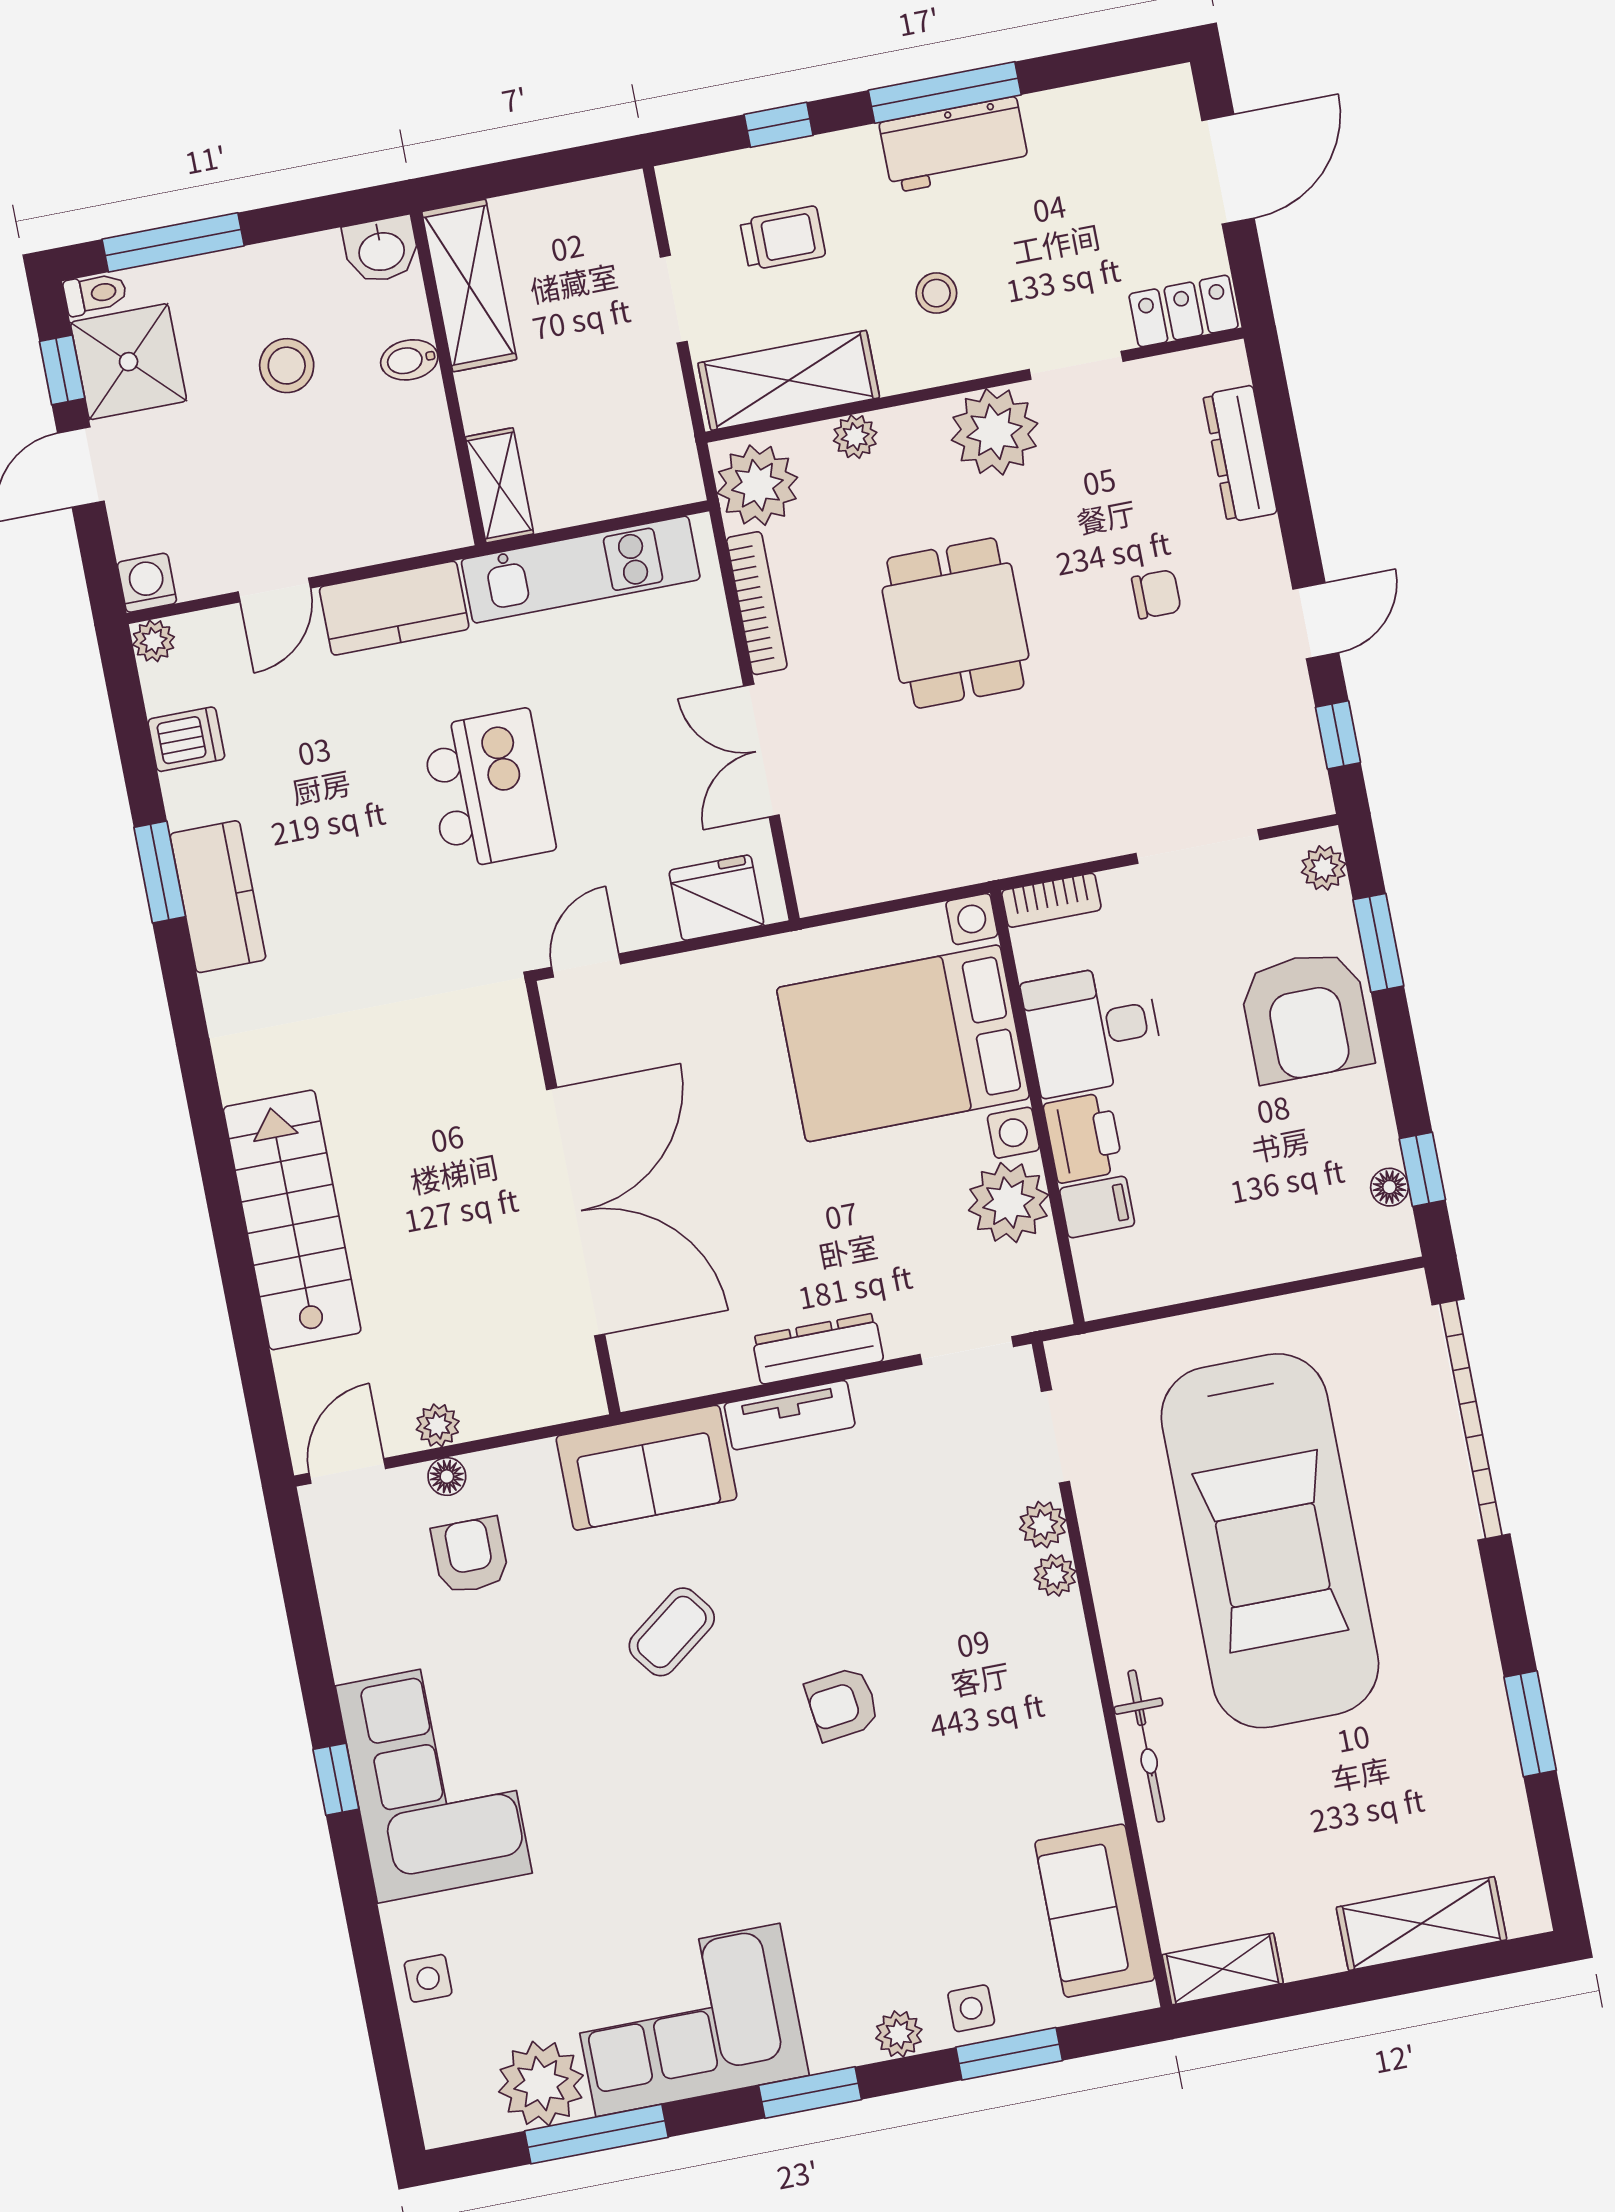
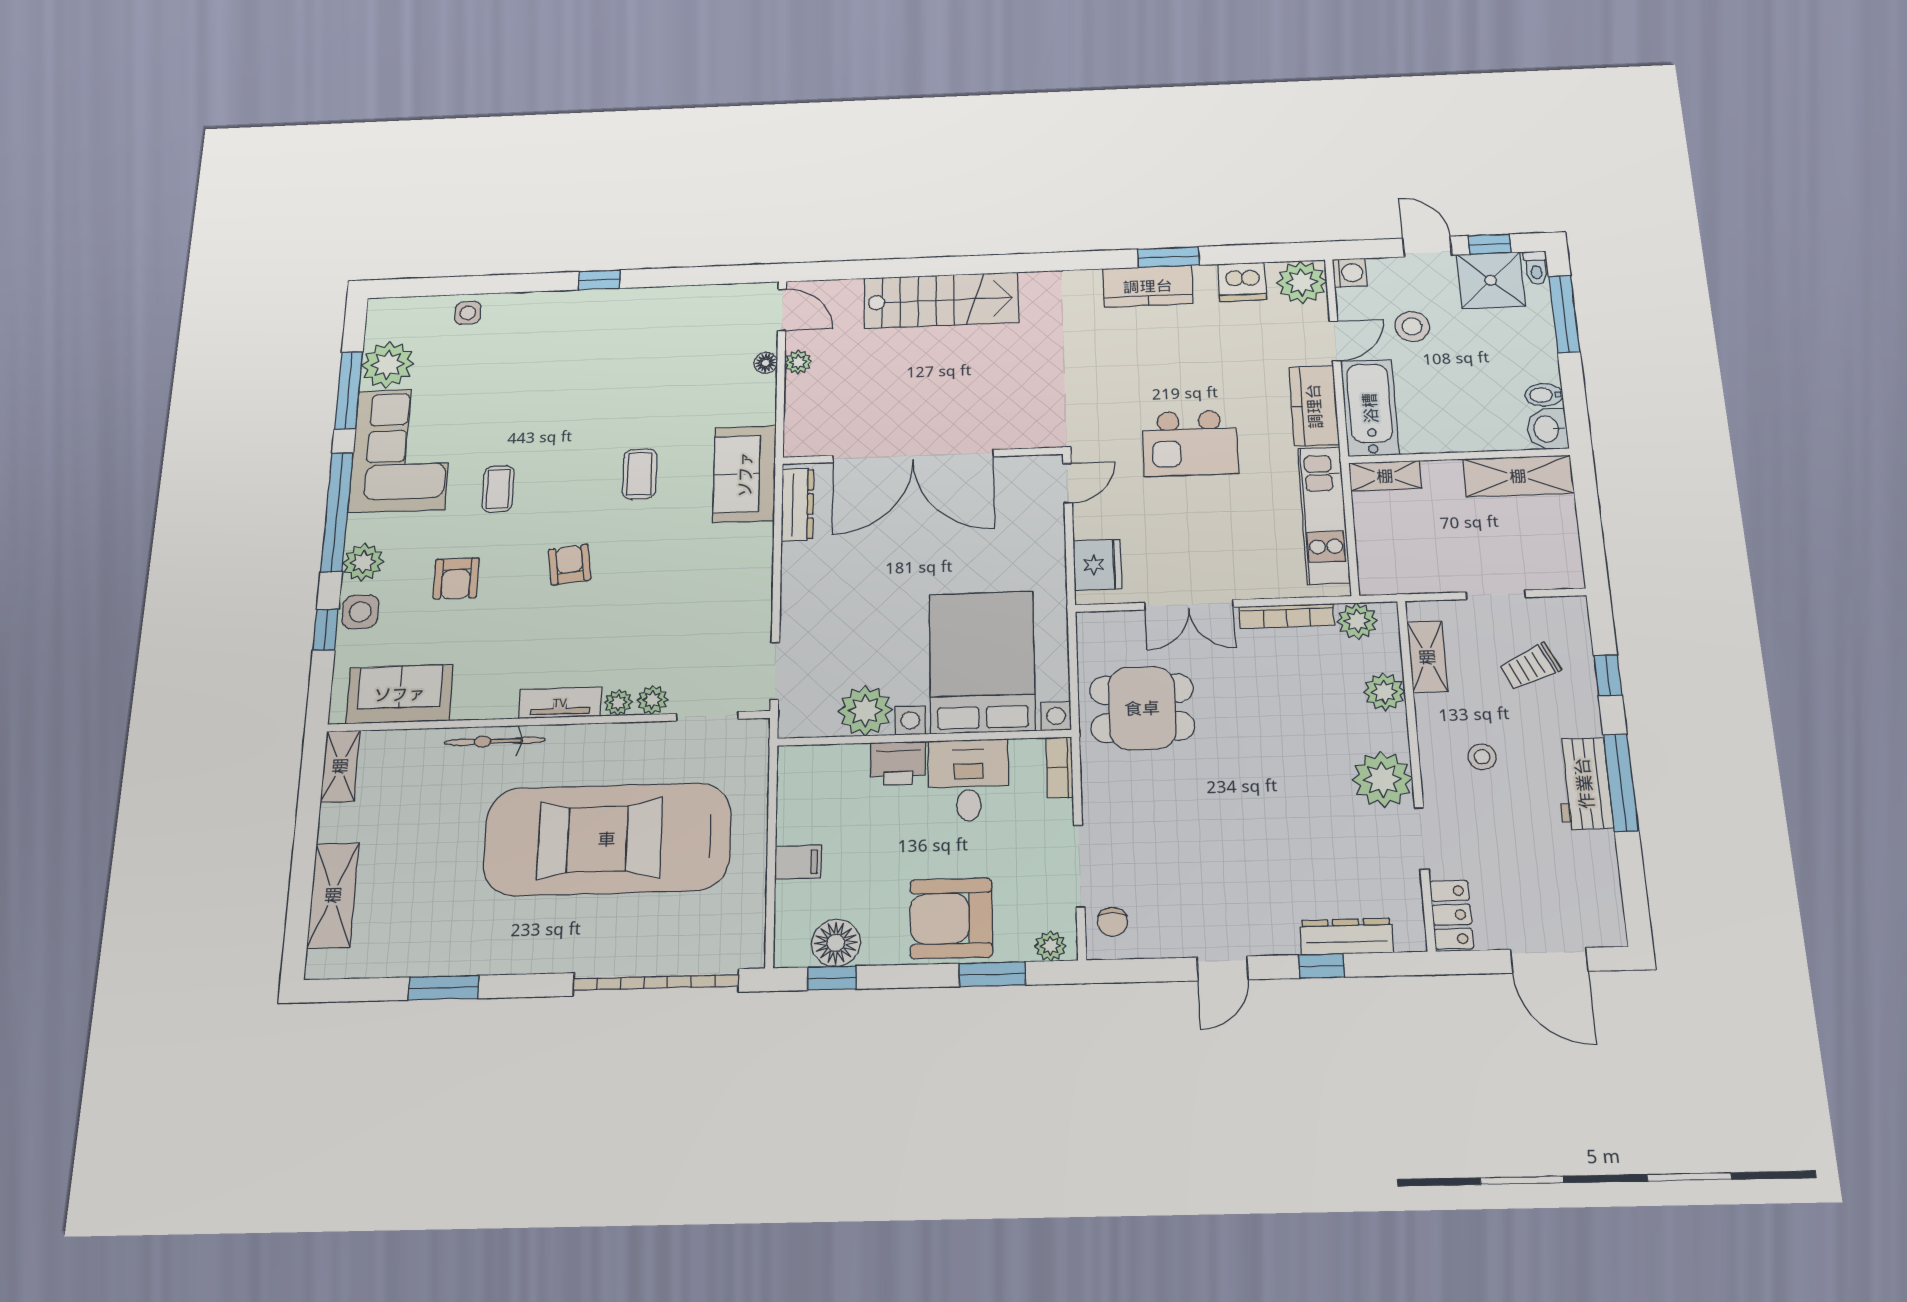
trolley: (783, 238) -> (1530, 667), turned 65
bidet: (409, 360) -> (1544, 395), moved, turned -90
stool: (287, 366) -> (1412, 326), moved
shelving: (789, 380) -> (1427, 657), width x0.67, depth x0.75
plant: (855, 437) -> (1384, 692), width x1.38, depth x1.38
plant: (757, 485) -> (1357, 621), width x0.73, depth x0.73
bathtub: (385, 522) -> (1370, 408), added
door: (274, 590) -> (1335, 341), swing flipped
chair: (1156, 594) -> (1113, 922), moved
door: (1316, 621) -> (1223, 968), hinge flipped
dining table: (955, 623) -> (1142, 708), moved
plant: (154, 641) -> (1302, 282), width x1.88, depth x1.88
window: (1338, 735) -> (1321, 966), moved
dishwasher: (186, 739) -> (1242, 282), width x1.38
double door: (761, 751) -> (1189, 605), swing flipped
door: (586, 966) -> (1068, 483), hinge flipped
floor lamp: (1389, 1187) -> (836, 943), width x1.89, depth x1.89
filing cabinet: (1097, 1207) -> (798, 862), moved, turned -90
dresser: (818, 1349) -> (797, 504), moved
tv unit: (790, 1415) -> (560, 703), moved, turned 90
armchair: (470, 1555) -> (456, 578), moved, turned 90
coffee table: (672, 1632) -> (640, 474), turned 37
corner sofa: (434, 1779) -> (585, 332), removed
coffee table: (732, 1848) -> (498, 489), added
side table: (971, 2008) -> (360, 612), width x1.37, depth x1.37
plant: (899, 2034) -> (363, 562), width x1.38, depth x1.38
window: (1009, 2054) -> (326, 630), width x0.67
window: (810, 2093) -> (337, 512), width x2.11

